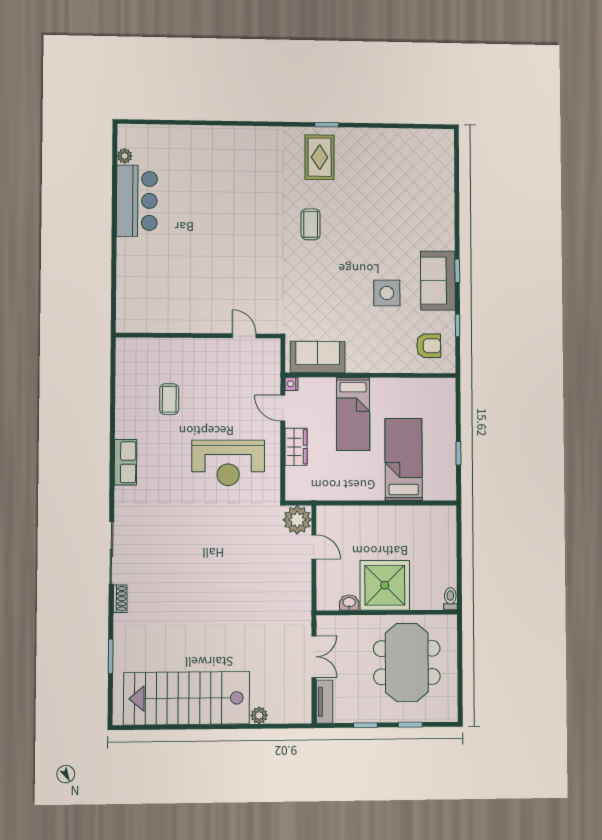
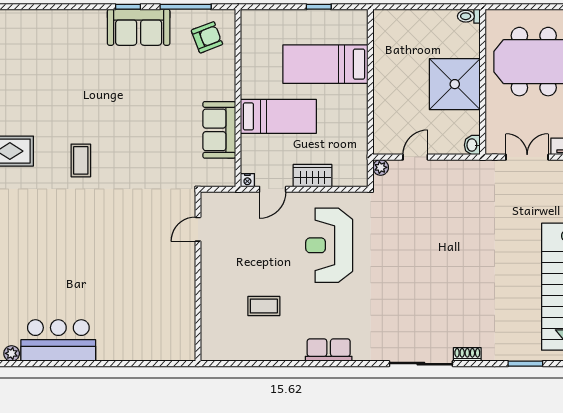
coffee table: (311, 224) -> (81, 160), turned 90
side table: (387, 293) -> (152, 81), removed
window: (458, 325) -> (186, 7), width x2.17
armchair: (429, 346) -> (207, 37), turned 69
sofa: (318, 357) -> (219, 130), moved
reception desk: (228, 463) -> (329, 245), turned 180
plant: (297, 520) -> (381, 167), width x0.53, depth x0.53
washbasin: (349, 603) -> (472, 145), moved

